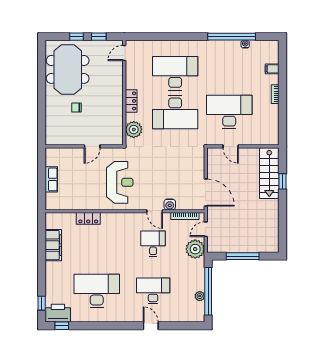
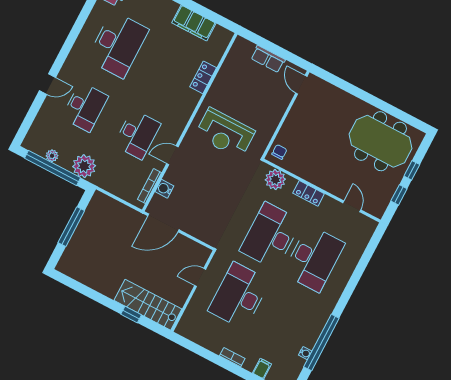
door: (124, 53) -> (352, 206), moved
chair: (76, 107) -> (279, 152), moved
desk: (229, 112) -> (239, 296), turned 180
door: (92, 146) -> (301, 85), moved
water cooler: (170, 204) -> (164, 189), moved
door: (206, 229) -> (123, 201), removed
desk: (153, 244) -> (137, 134), width x1.37
plant: (195, 249) -> (84, 166), moved

